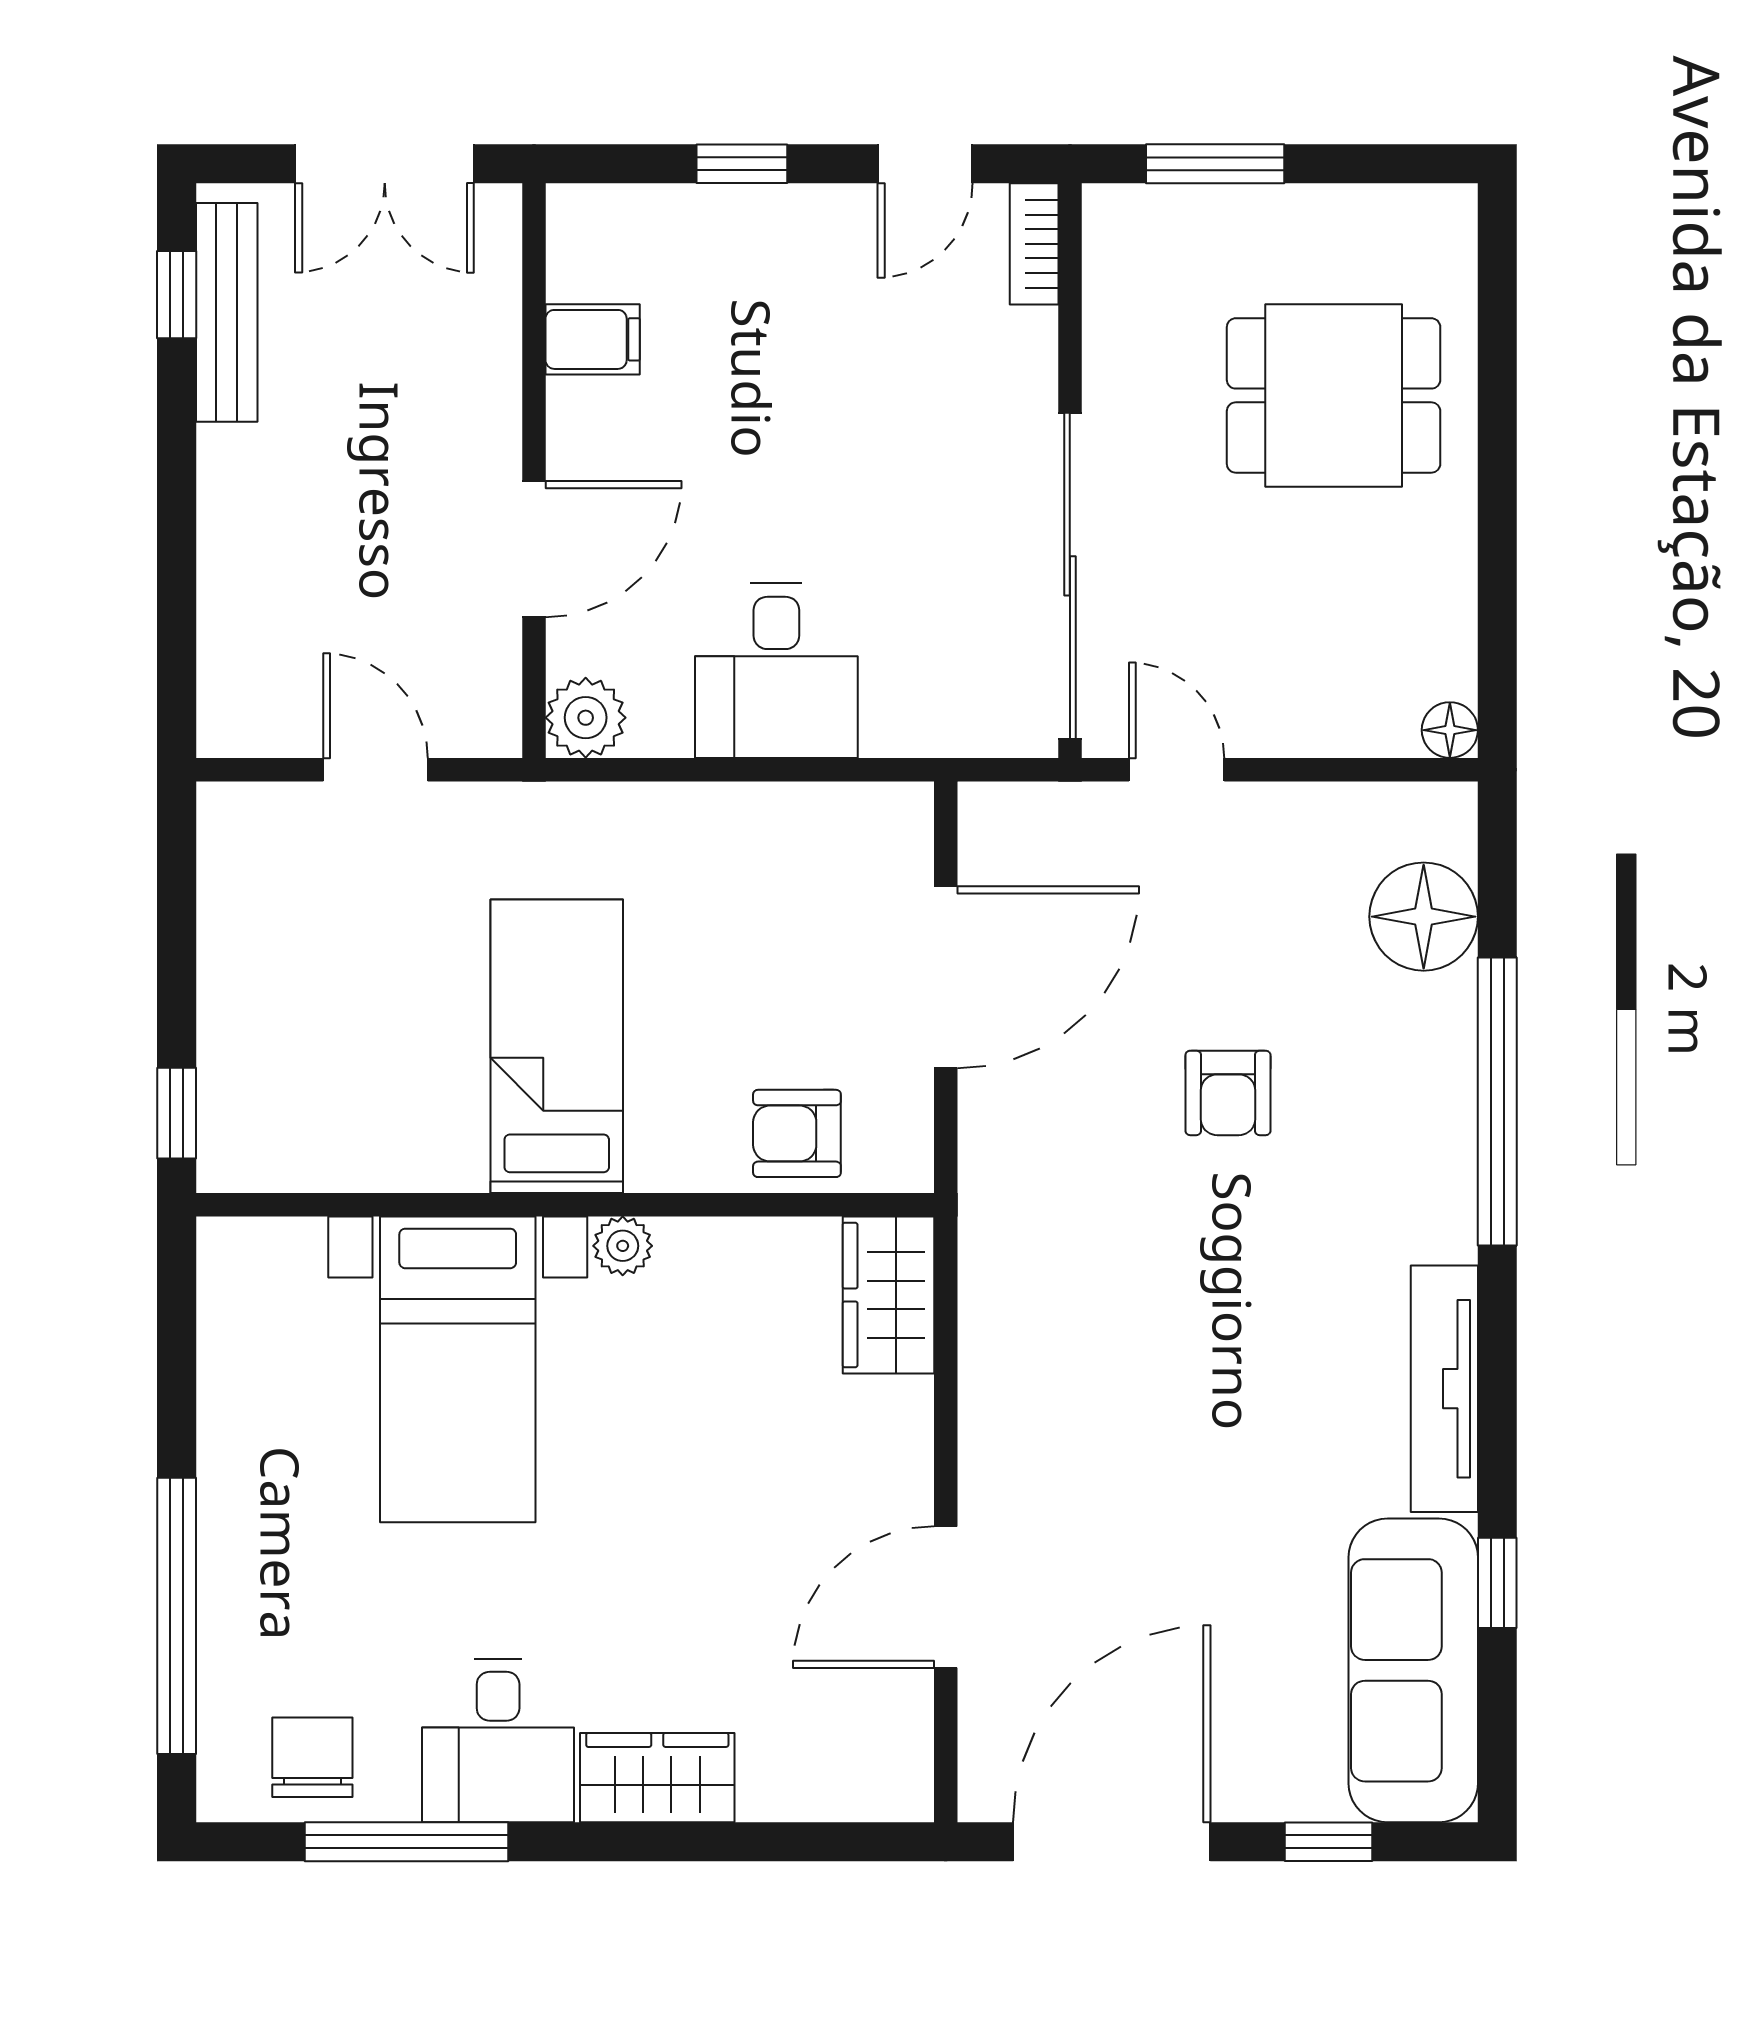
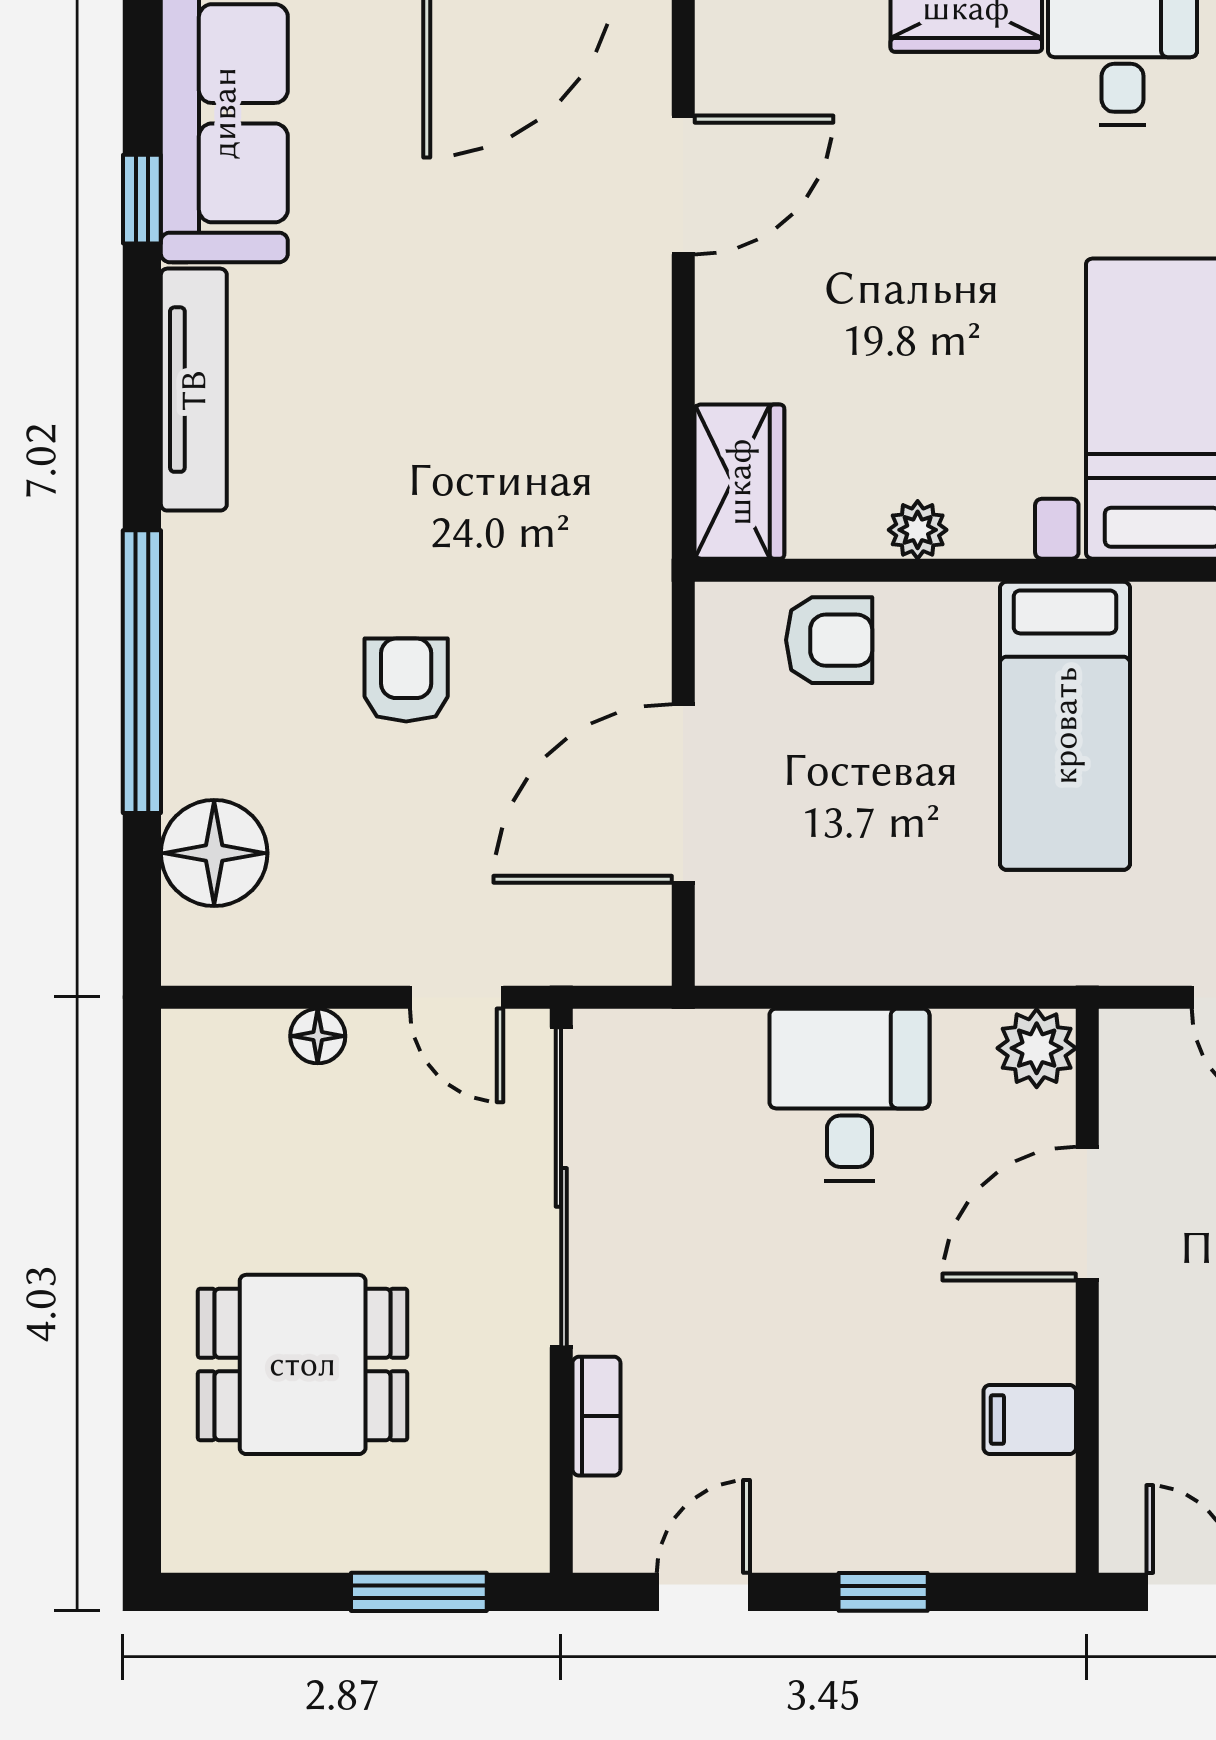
bookcase: (1034, 244) -> (596, 1416), moved
floor lamp: (1450, 730) -> (318, 1036), moved
plant: (623, 1246) -> (918, 530), moved

